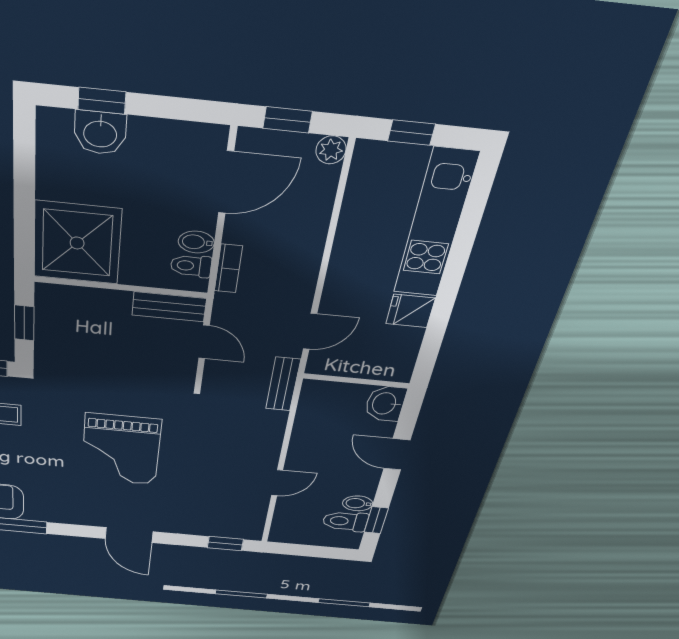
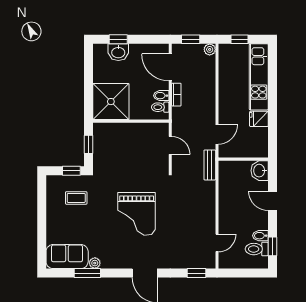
door: (226, 182) -> (170, 67), swing flipped
bookcase: (228, 269) -> (176, 95), moved
bench: (169, 307) -> (153, 129), removed
door: (277, 483) -> (217, 243), moved
plant: (36, 514) -> (95, 263), added

